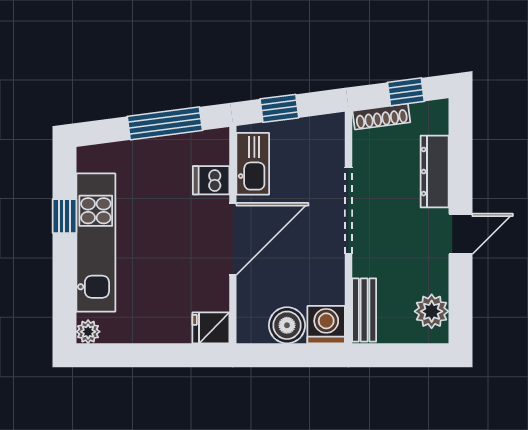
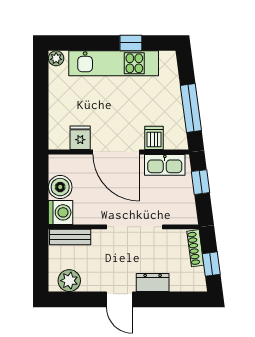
dresser: (435, 172) -> (153, 283), width x0.70
fridge: (211, 328) -> (80, 138), moved

